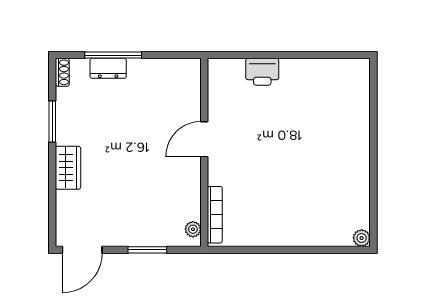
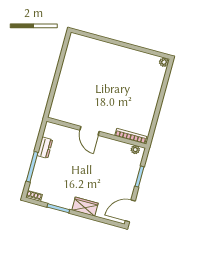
dresser: (108, 68) -> (45, 148), moved
printer: (262, 72) -> (62, 91), removed
door: (82, 250) -> (130, 211), swing flipped

